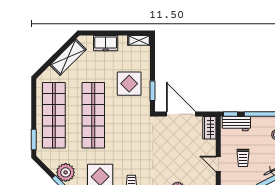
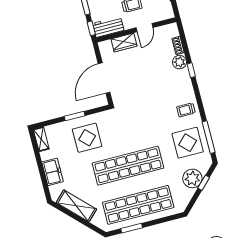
window: (153, 91) -> (75, 116), moved
workbench: (236, 124) -> (108, 27), moved, turned -90
wardrobe: (209, 128) -> (124, 43), moved
window: (34, 140) -> (132, 228), moved

